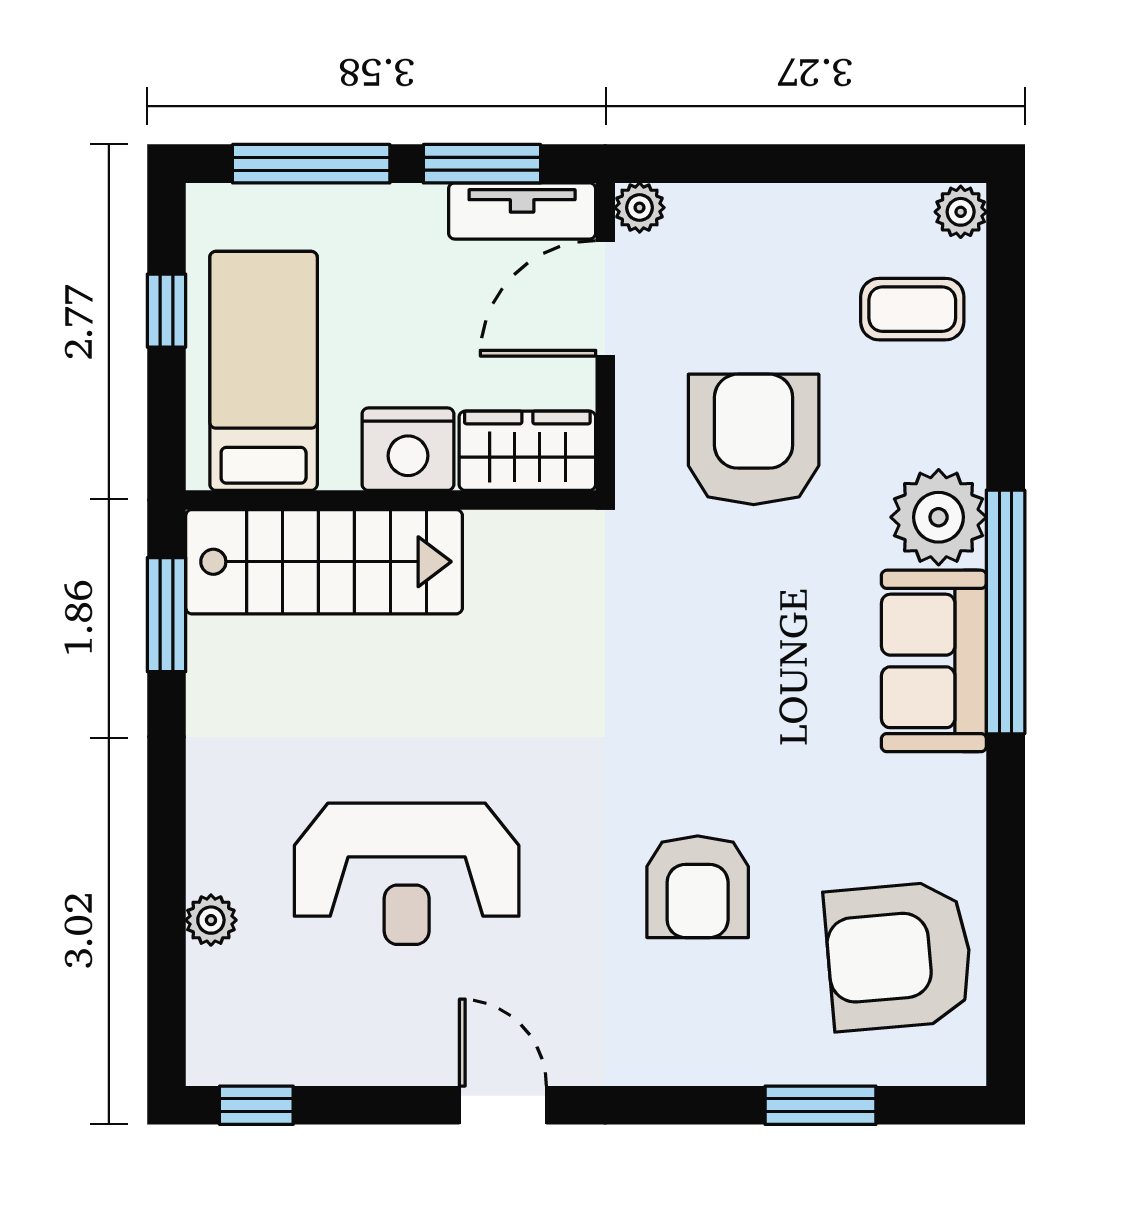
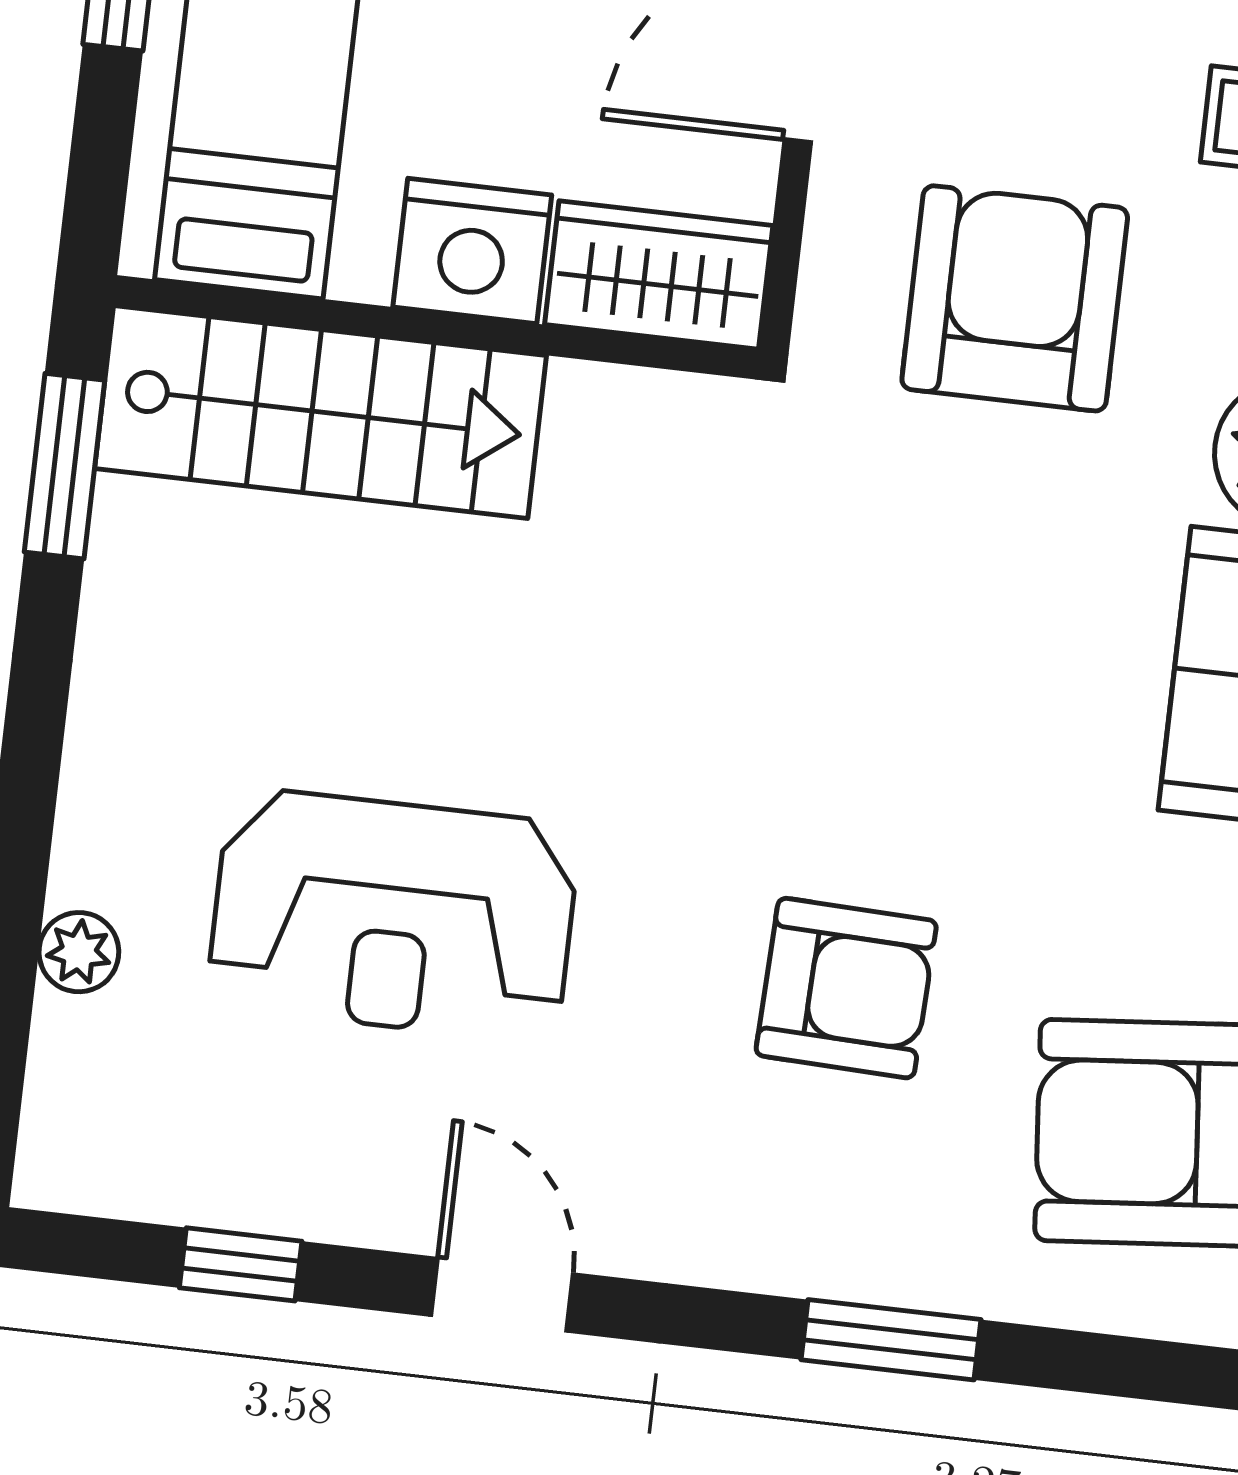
armchair: (698, 887) -> (846, 988), turned -88
window: (256, 1105) -> (241, 1264), moved
window: (821, 1105) -> (891, 1340), moved

